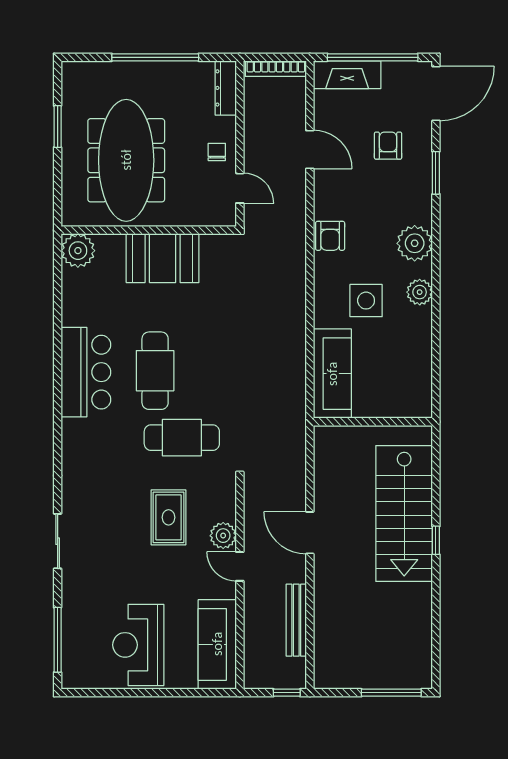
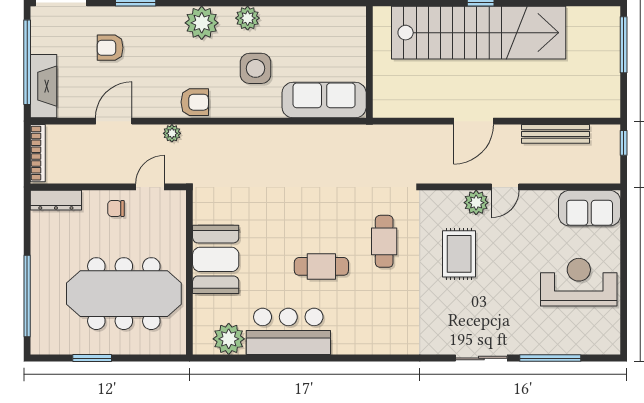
window: (155, 57) -> (27, 296), moved
plant: (297, 212) -> (172, 133), added
plant: (78, 251) -> (229, 339), moved
cafe table: (155, 371) -> (321, 266), width x0.73, depth x0.74
bar counter: (86, 372) -> (288, 331), moved
cafe table: (182, 438) -> (384, 241), width x0.73, depth x0.74
stairs: (404, 514) -> (479, 33), width x1.36
rug: (168, 517) -> (459, 254), turned 90
window: (58, 640) -> (550, 358), moved
sofa: (217, 644) -> (590, 208), width x0.73
reception desk: (138, 645) -> (579, 282), turned 180

